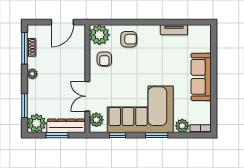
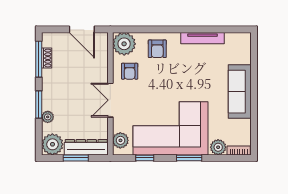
door: (62, 22) -> (82, 29), hinge flipped
tv unit: (174, 30) -> (203, 38), width x1.41
armchair: (129, 39) -> (157, 49), turned 90
plant: (32, 74) -> (48, 117), moved
double door: (87, 96) -> (110, 100), moved
window: (25, 106) -> (39, 105), moved

